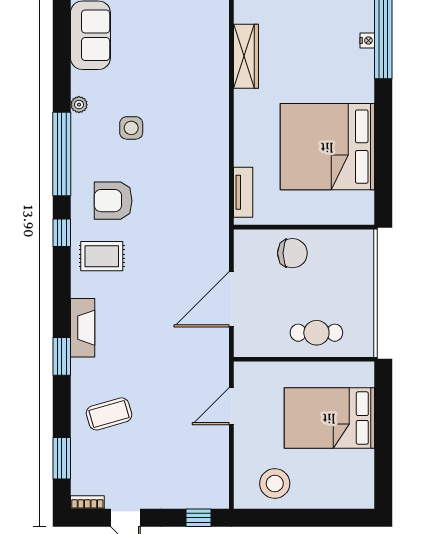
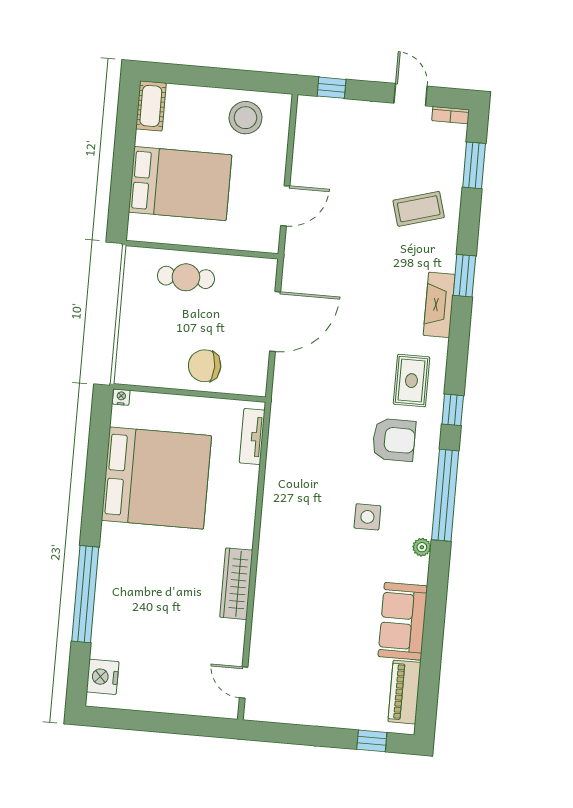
nightstand: (367, 40) -> (121, 397), moved, turned 90
rug: (102, 256) -> (411, 381), turned 90
cot: (362, 487) -> (151, 106), added

